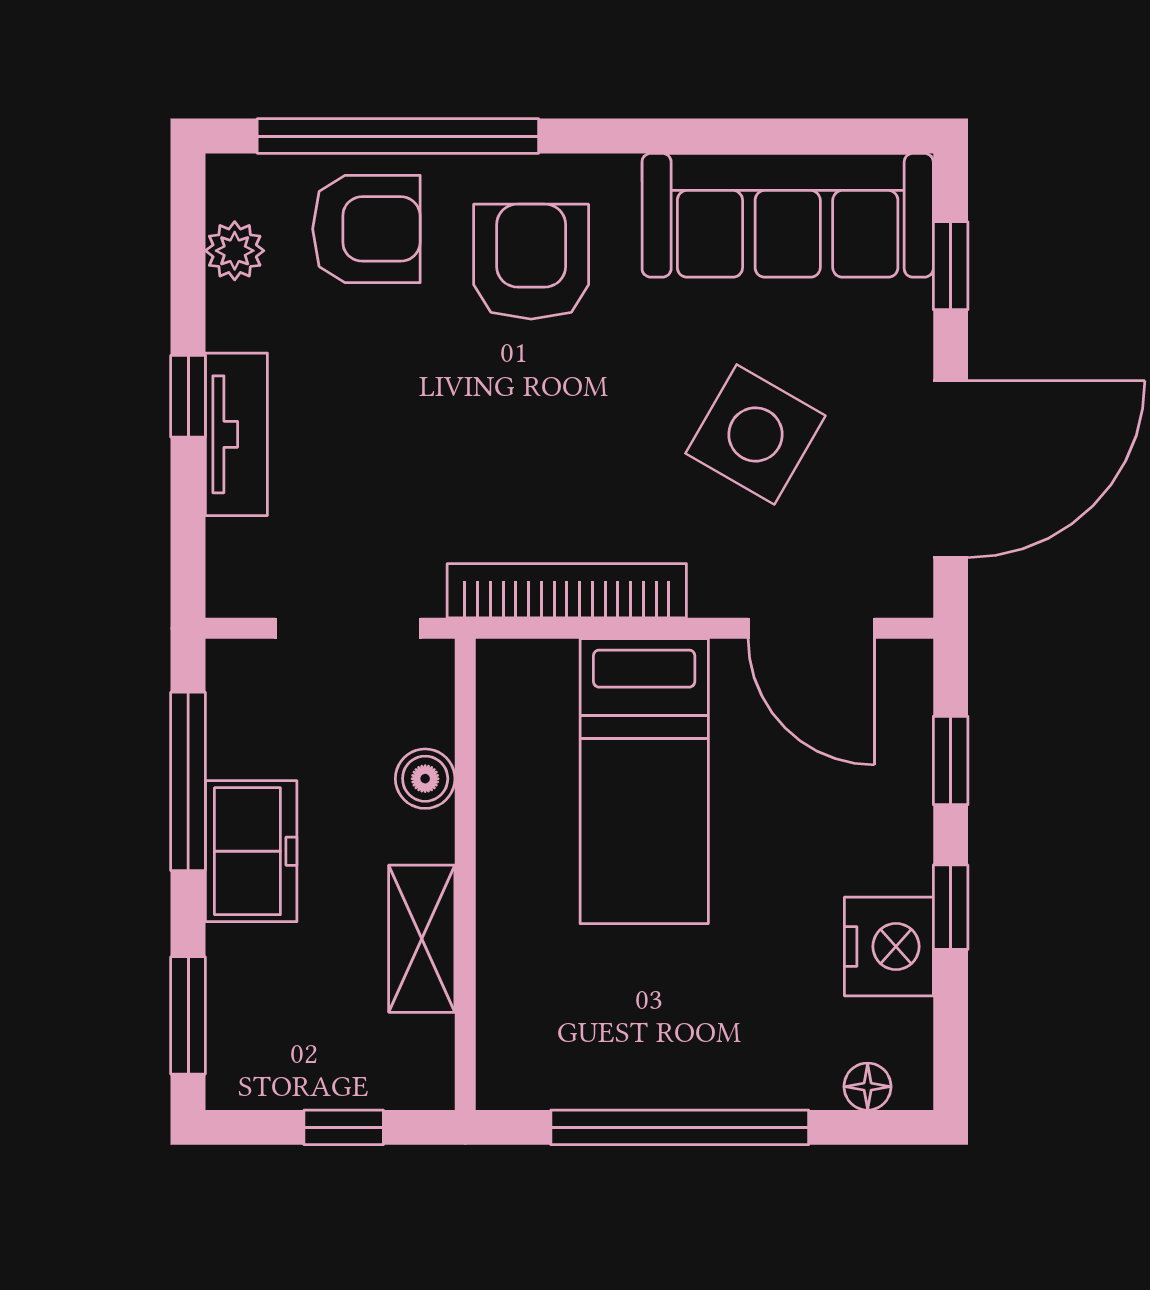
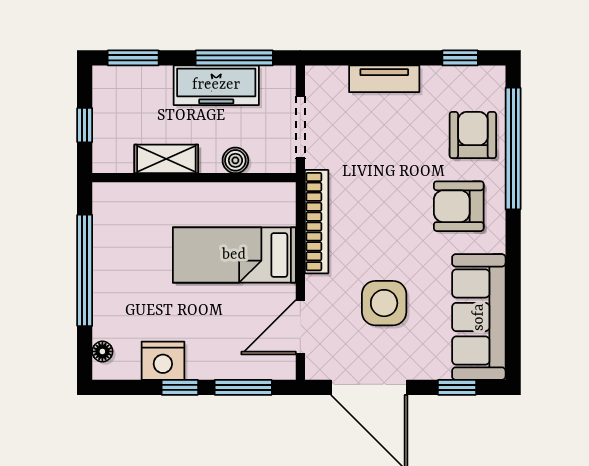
armchair: (366, 229) -> (473, 135), turned 180
plant: (235, 251) -> (463, 78), removed
armchair: (531, 262) -> (459, 206), turned 180
window: (188, 396) -> (460, 58), moved
side table: (755, 434) -> (384, 303), turned -30
window: (951, 761) -> (243, 387), width x1.50
freezer: (251, 851) -> (216, 85), width x1.40

